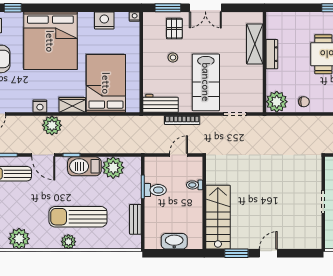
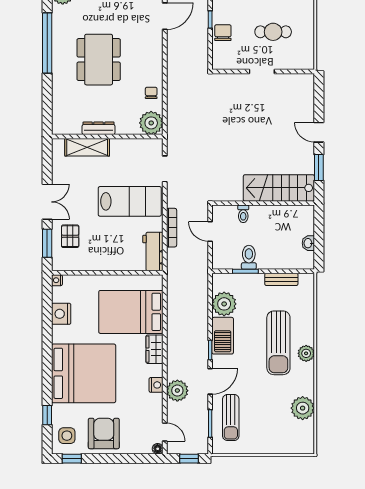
pallet: (174, 29) -> (70, 236), turned 90
stool: (173, 57) -> (102, 238), removed
plant: (52, 125) -> (177, 391), moved
washbasin: (174, 241) -> (308, 243), width x0.52, depth x0.69

